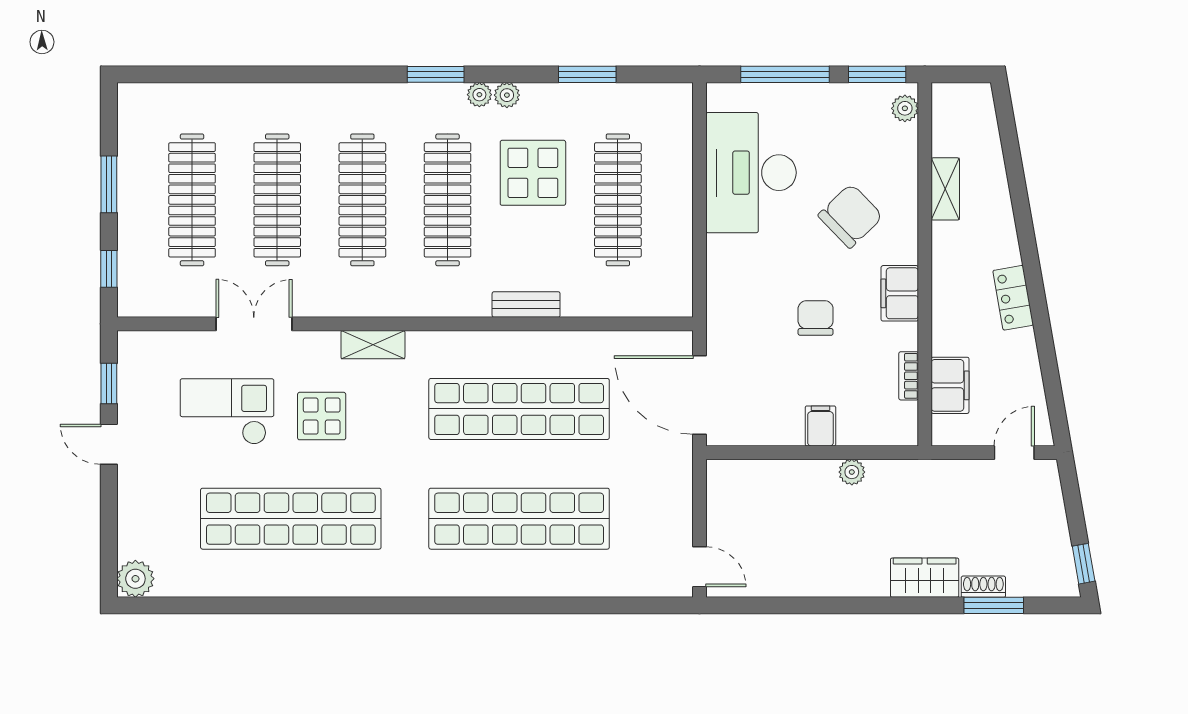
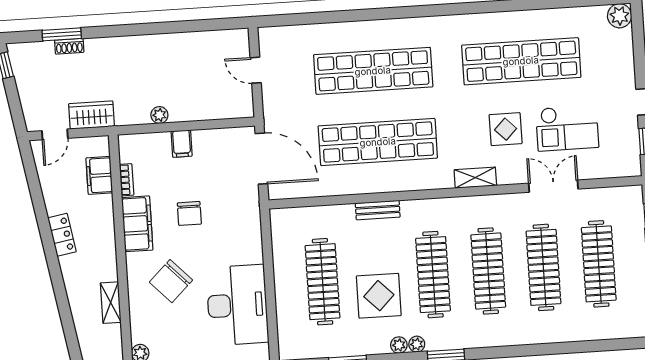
filing cabinet: (900, 293) -> (137, 224), width x1.50, depth x1.17
double door: (254, 324) -> (553, 186), swing flipped
door: (699, 567) -> (256, 70), moved
wardrobe: (925, 578) -> (91, 115), moved, turned 180

